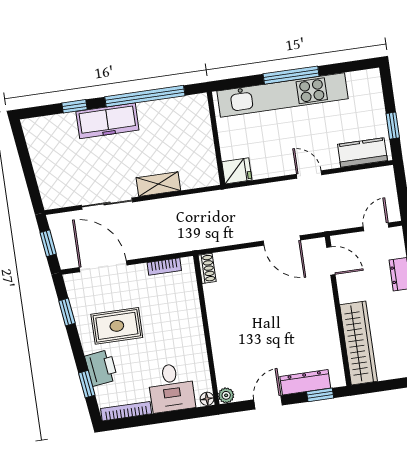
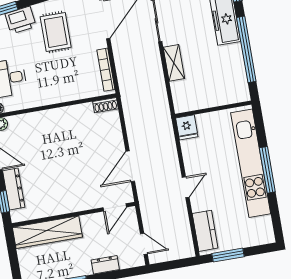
window: (393, 126) -> (228, 255), width x1.50
bookcase: (164, 267) -> (106, 70), width x1.56

